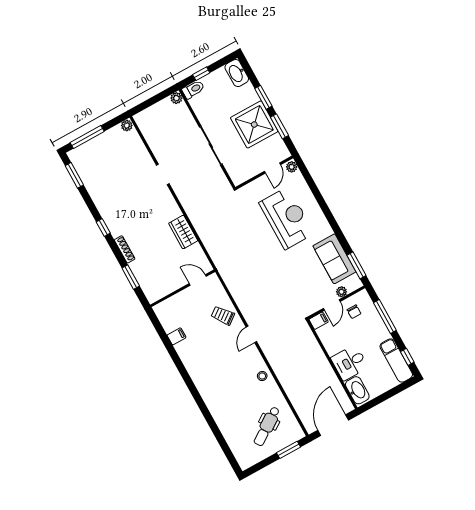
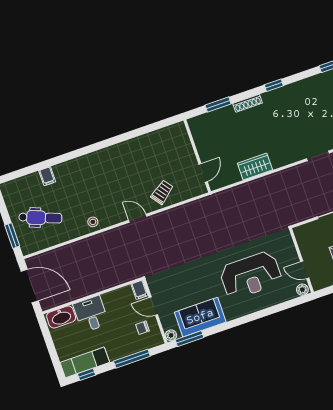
plant: (342, 292) -> (171, 335), moved
filing cabinet: (177, 336) -> (47, 176), moved
dental chair: (267, 426) -> (40, 218), turned 145

